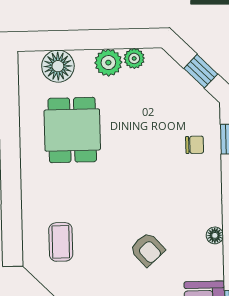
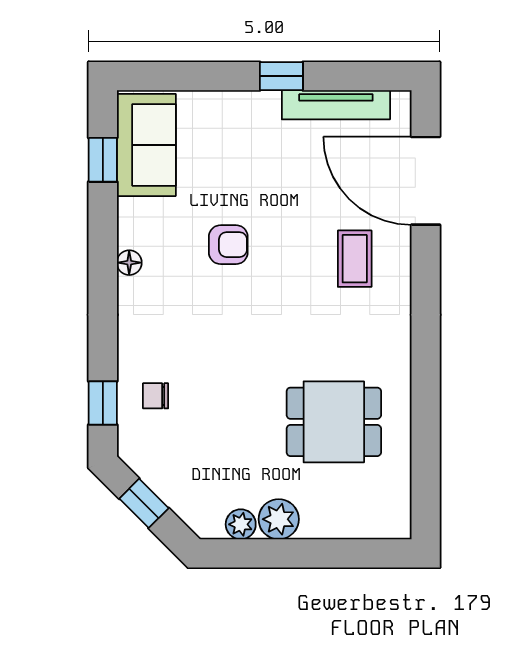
floor lamp: (58, 66) -> (353, 516), removed
dining table: (72, 130) -> (334, 422), turned 90
armchair: (147, 249) -> (228, 245), turned 132

